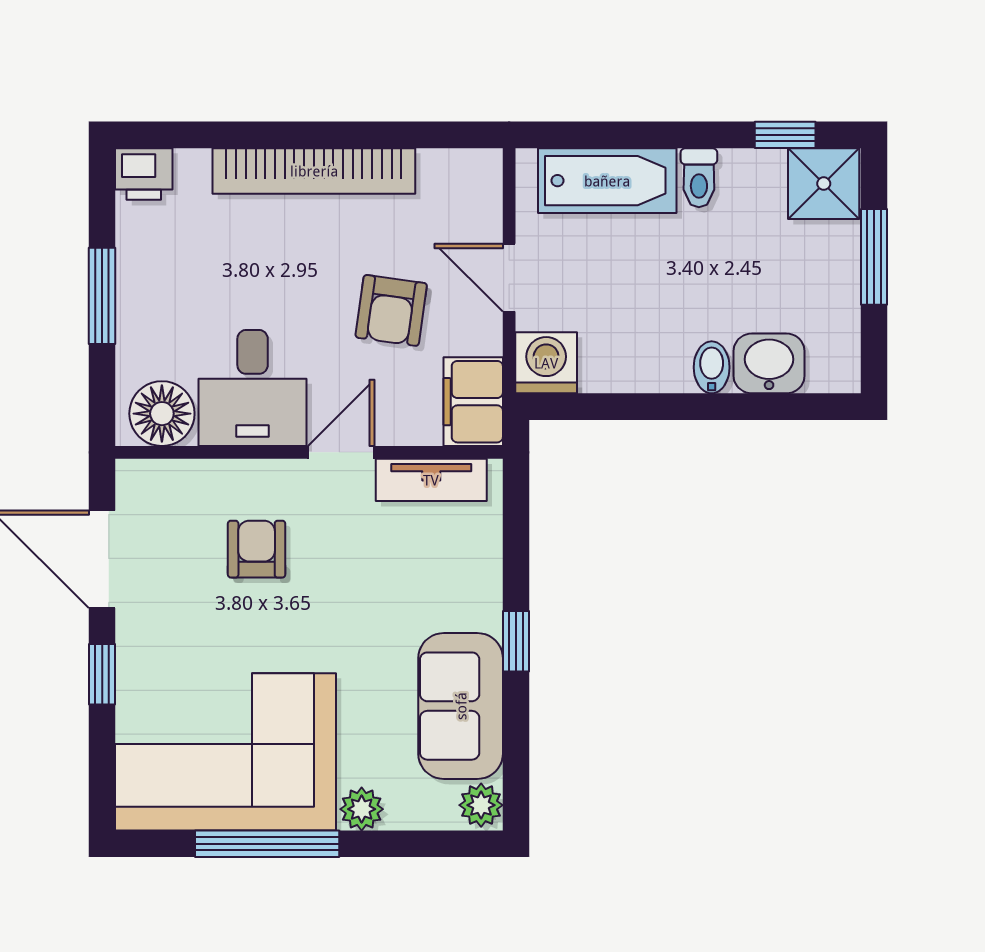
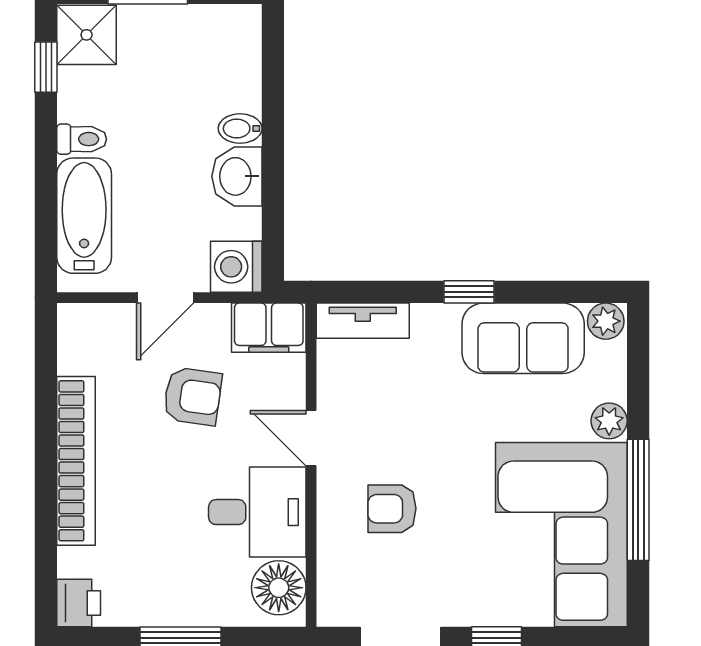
washbasin: (769, 363) -> (237, 176), moved
tv unit: (431, 480) -> (363, 321), moved, turned 90

